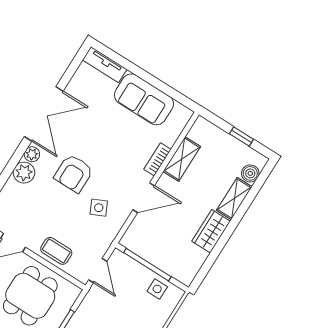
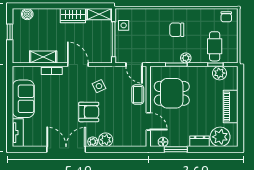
shelving: (234, 199) -> (99, 14), moved
door: (98, 271) -> (134, 65), swing flipped

